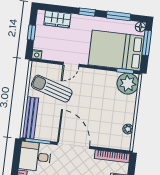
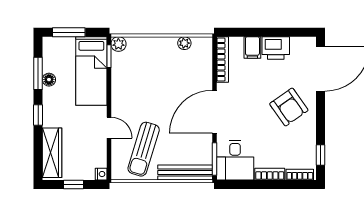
wardrobe: (57, 19) -> (52, 153), width x1.50
floor lamp: (140, 27) -> (49, 80), moved
bed: (116, 51) -> (91, 71), width x0.67
plant: (128, 84) -> (118, 44), width x0.53, depth x0.53

